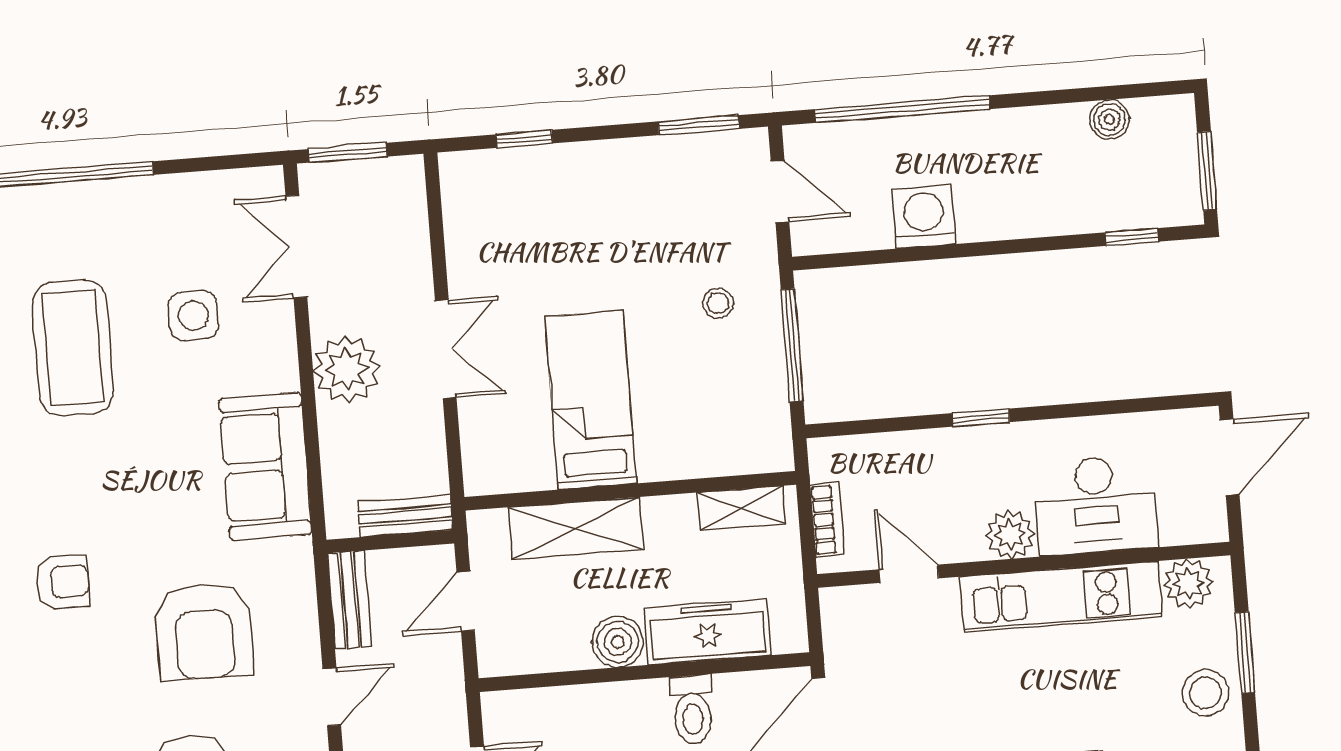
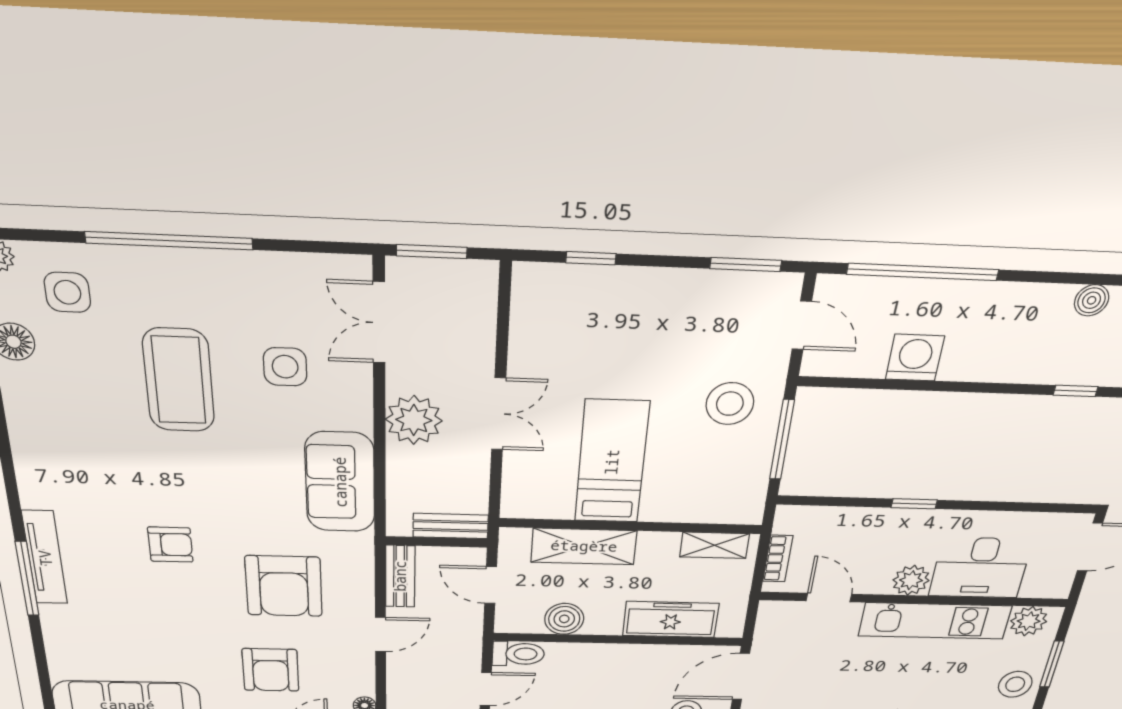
stool: (718, 303) -> (730, 404), width x1.89, depth x1.89
door: (466, 601) -> (491, 585), hinge flipped
boiler: (618, 642) -> (564, 619), moved
toilet: (692, 710) -> (518, 654), moved, turned -90

